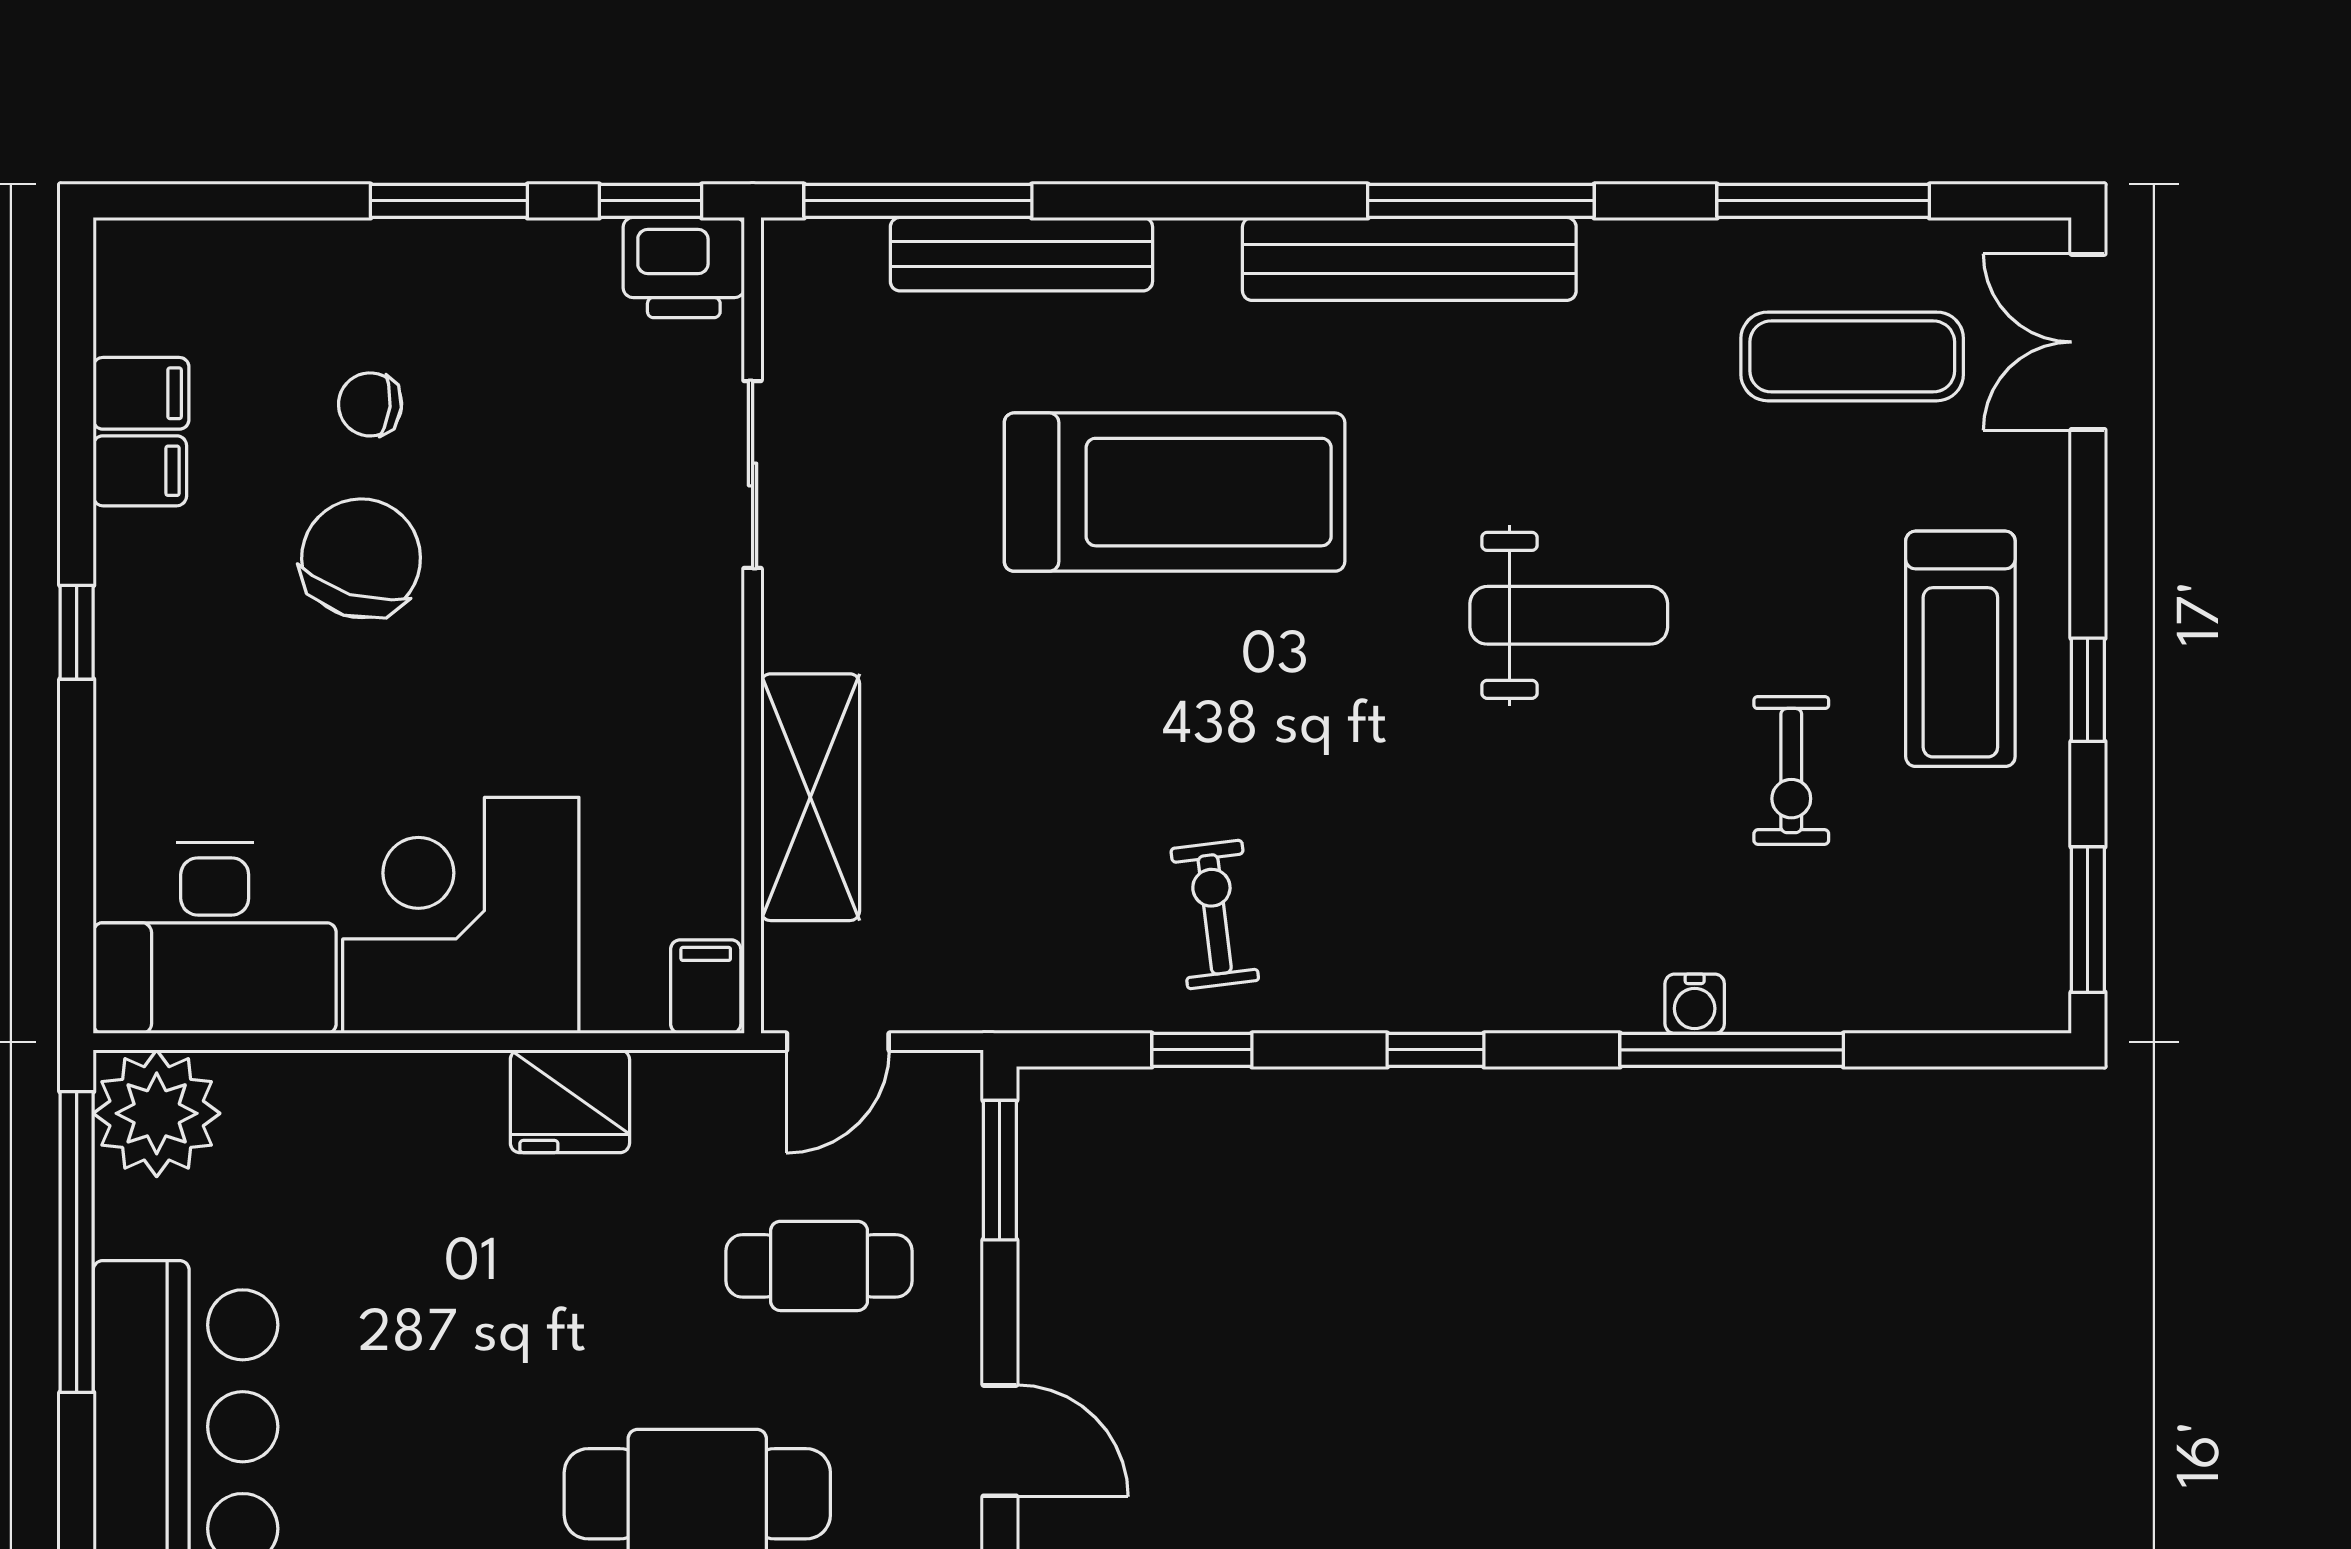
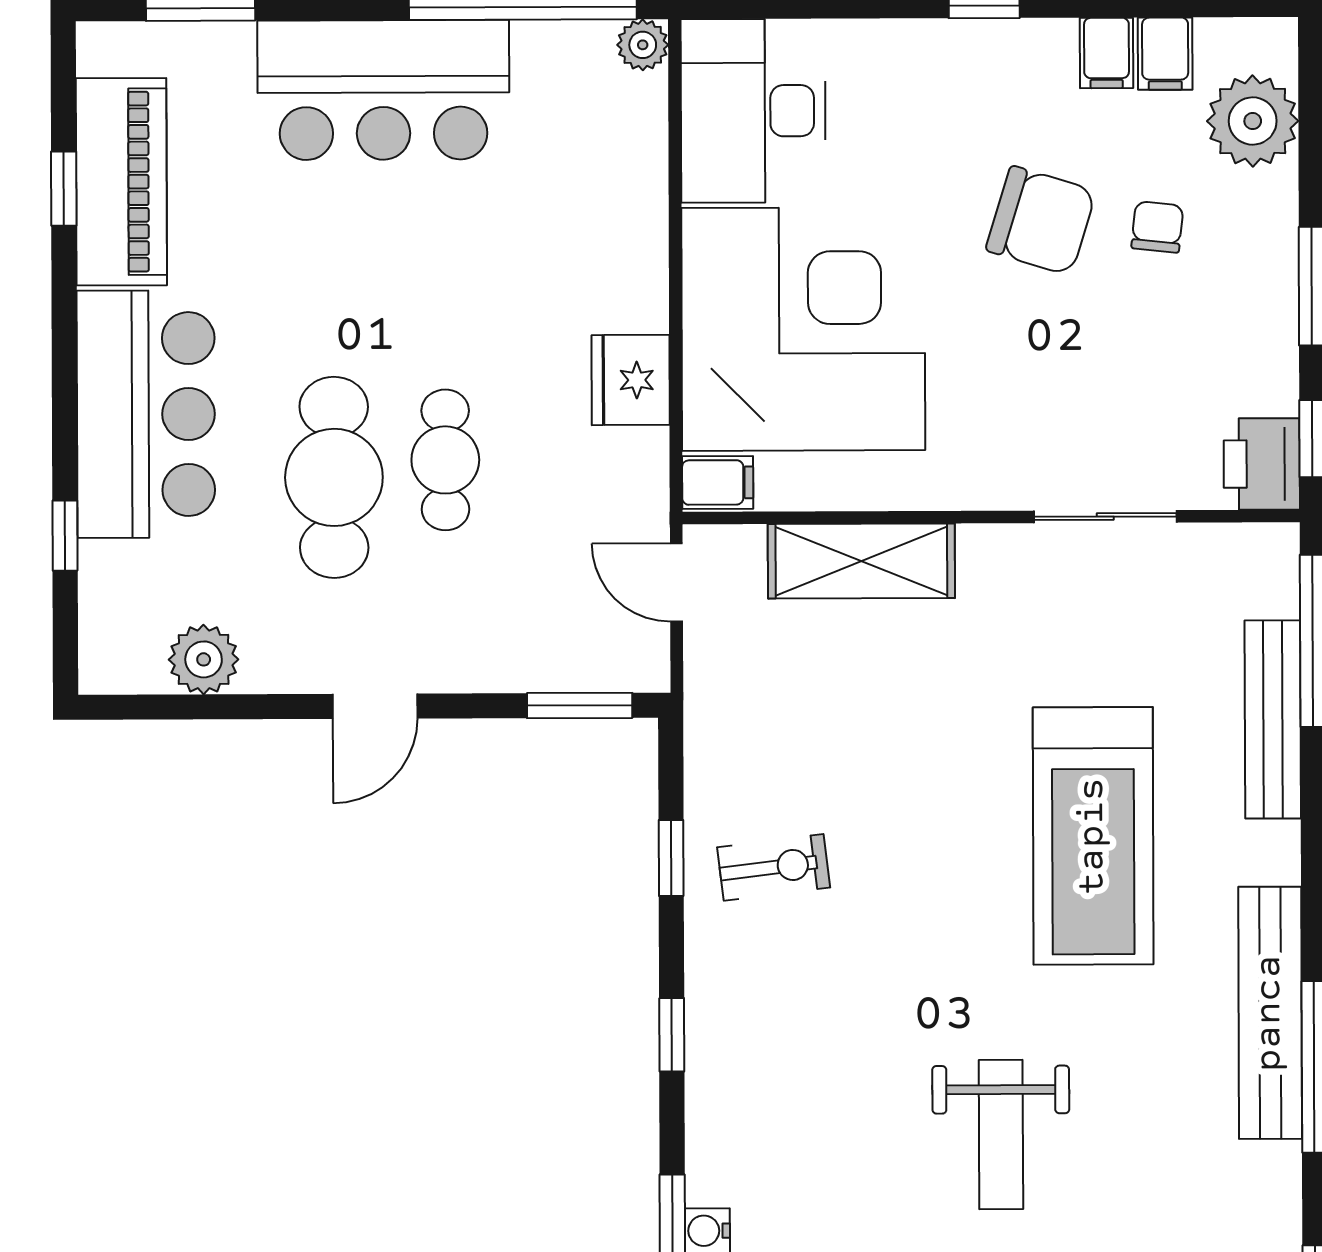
plant: (230, 278) -> (1253, 121), added
corner desk: (461, 915) -> (803, 329), width x1.36, depth x1.36
plant: (157, 1113) -> (643, 45), width x0.53, depth x0.53
cafe table: (819, 1266) -> (445, 460), moved

